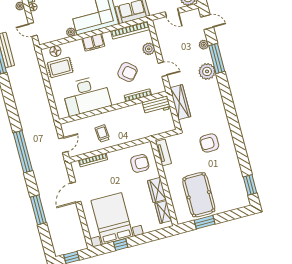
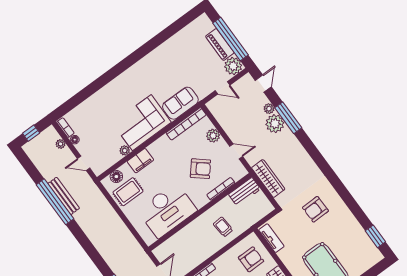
door: (207, 22) -> (263, 84), hinge flipped
filing cabinet: (93, 42) -> (140, 161), moved
plant: (207, 71) -> (275, 124), moved
trolley: (102, 134) -> (223, 227), moved

